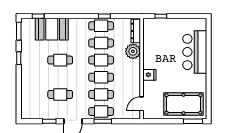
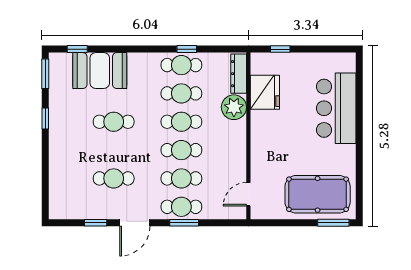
fridge: (149, 75) -> (265, 92), moved, width x1.88, depth x1.34

